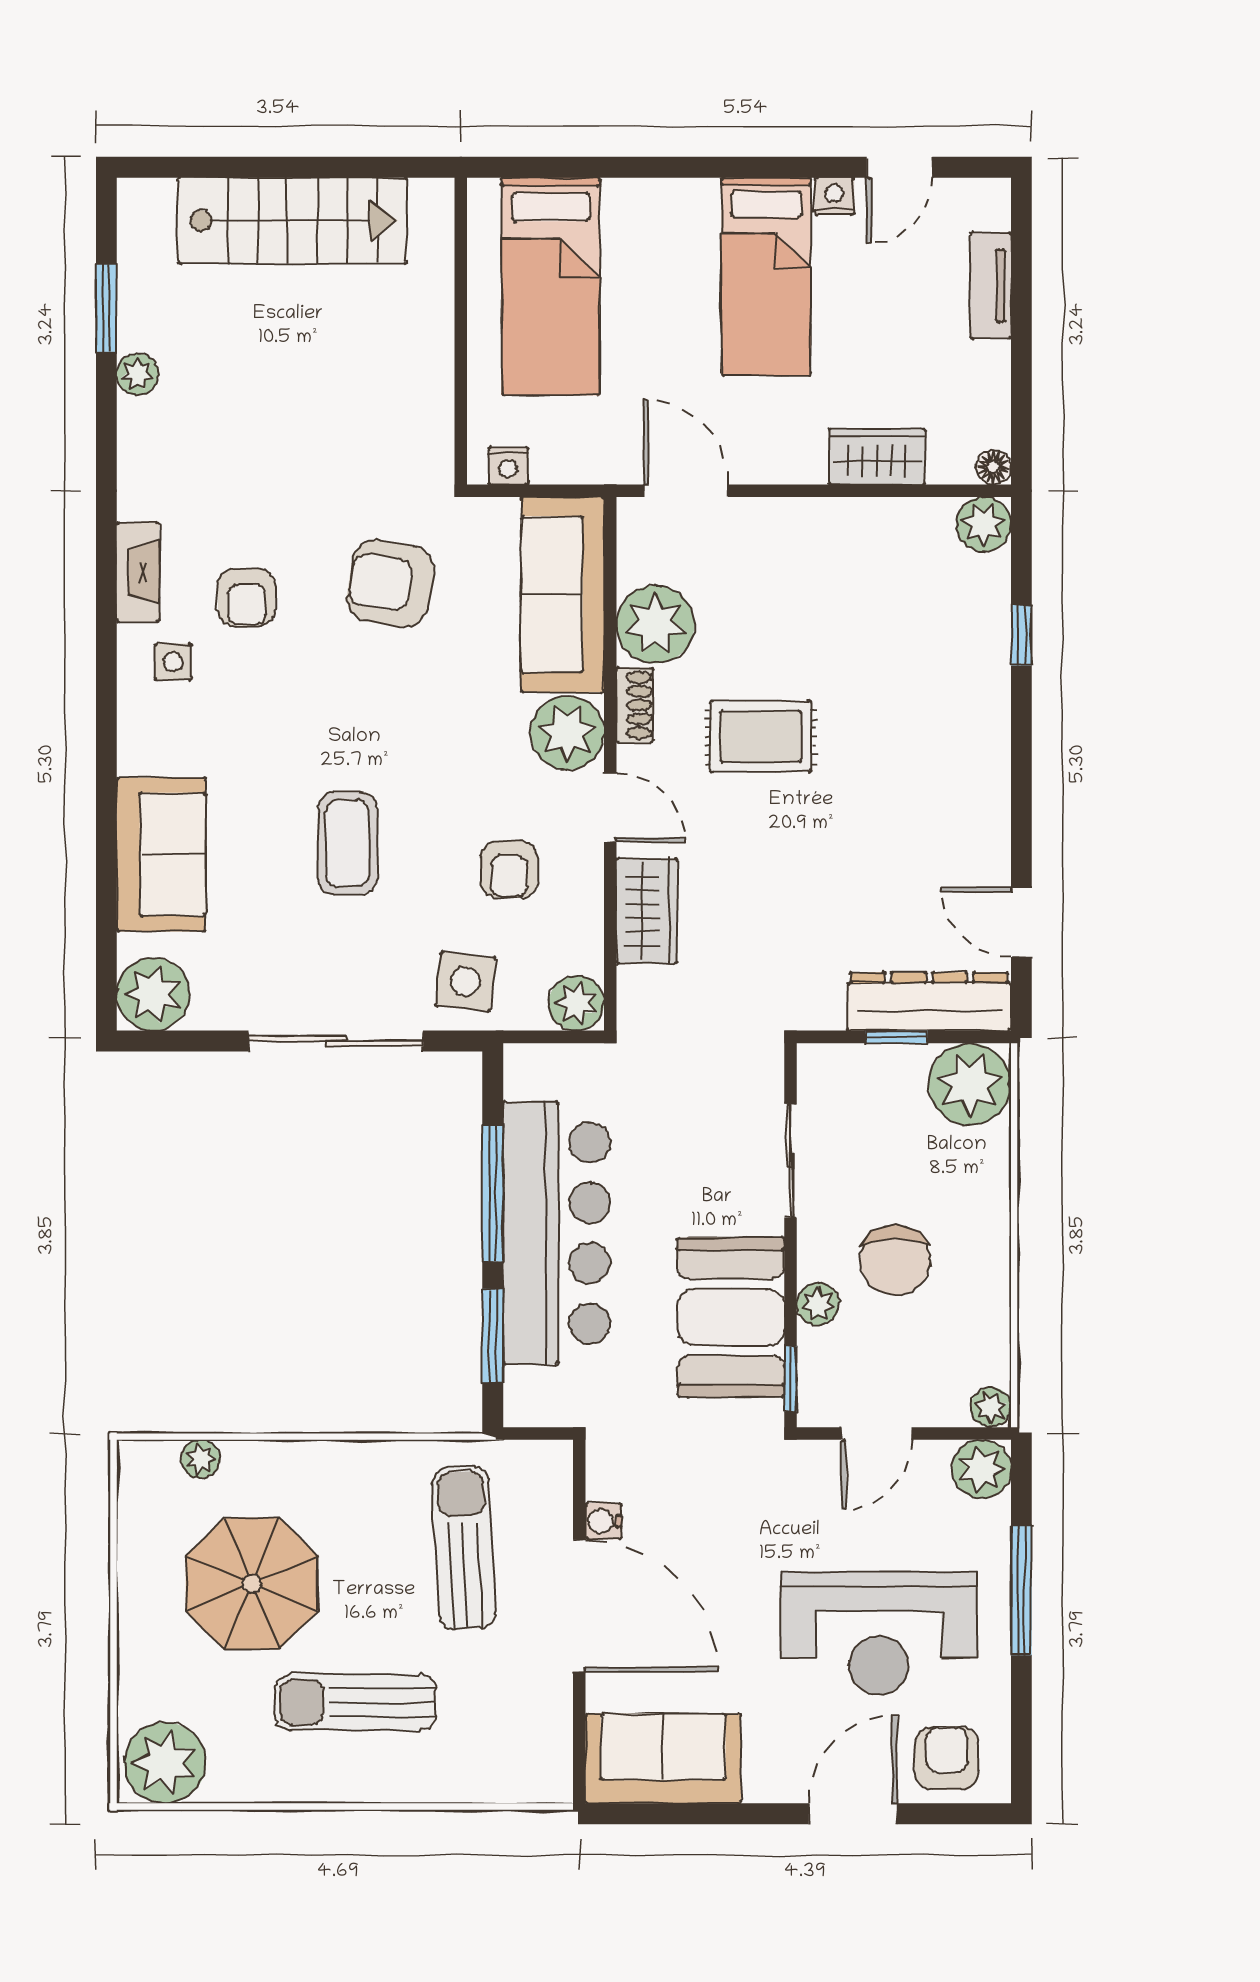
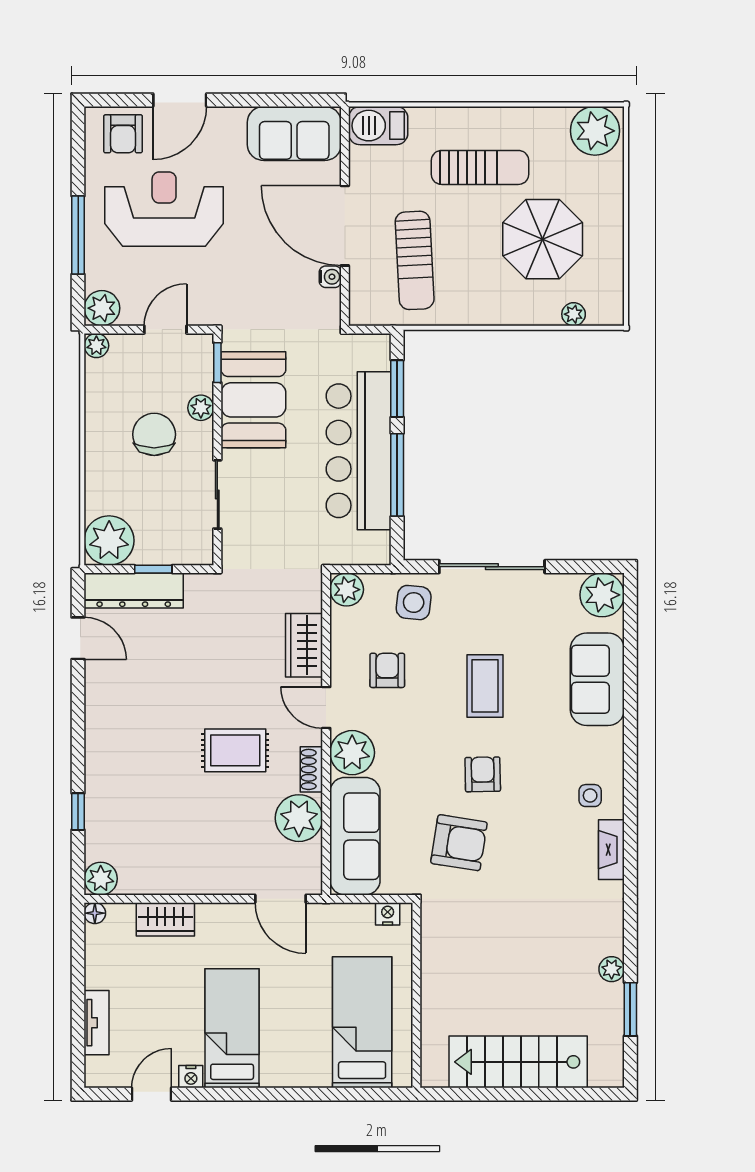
armchair: (247, 597) -> (483, 774), moved
barbecue: (524, 1772) -> (378, 126), added

